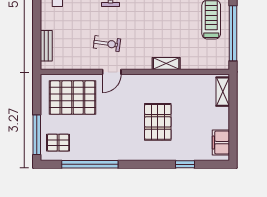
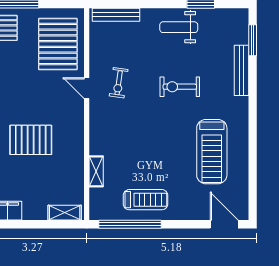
bench: (46, 46) -> (116, 15), width x1.36
shelving: (166, 64) -> (96, 171), moved

